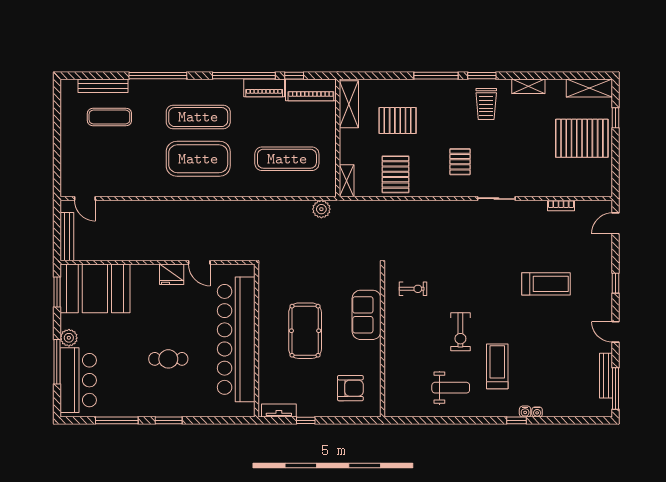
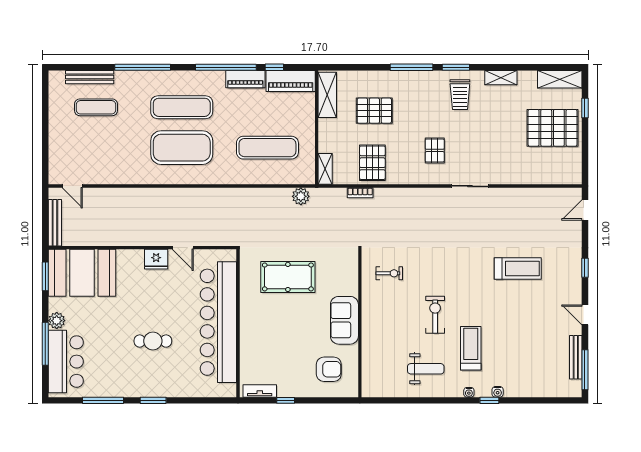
bookcase: (561, 205) -> (360, 193), moved
sofa: (367, 315) -> (344, 320), moved
pool table: (305, 331) -> (288, 277), moved, turned 90
exercise bike: (460, 332) -> (435, 315), turned 180
water cooler: (537, 412) -> (469, 392), moved

